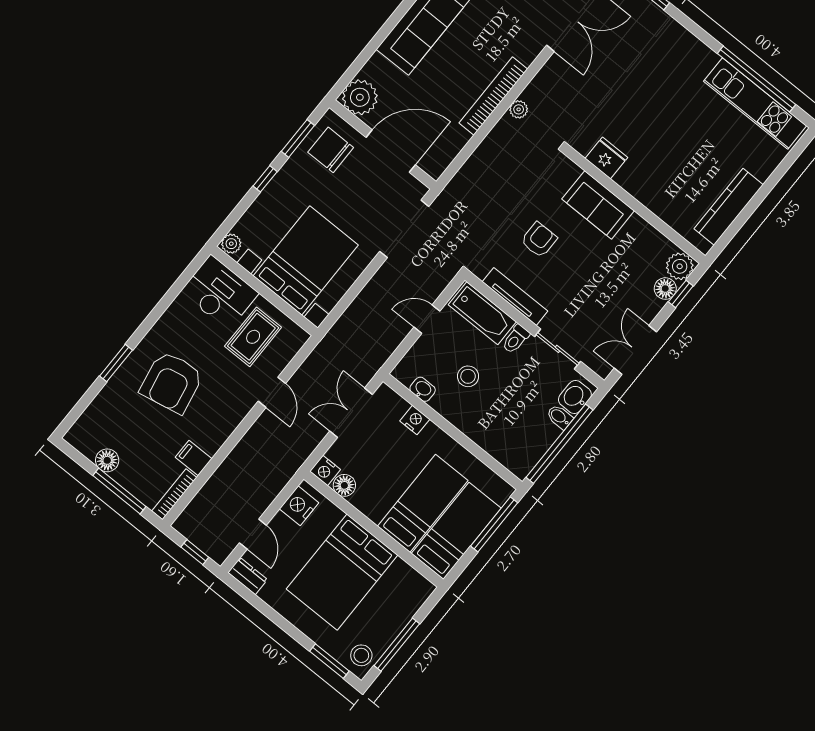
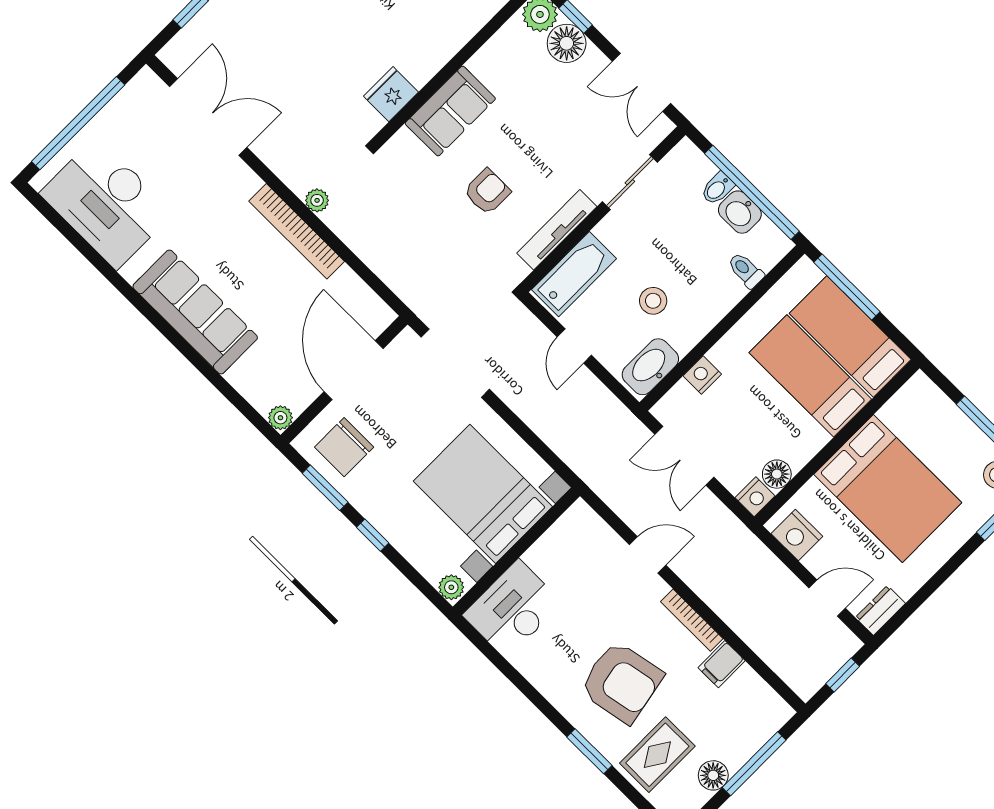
plant: (360, 97) -> (280, 418), width x0.53, depth x0.53
armchair: (539, 240) -> (487, 192), turned 90
floor lamp: (665, 289) -> (567, 43), width x1.38, depth x1.38
rug: (253, 337) -> (657, 755), moved, turned 90
toilet: (516, 339) -> (746, 270), moved, turned 180
washbasin: (423, 389) -> (650, 367), width x1.91, depth x1.45
washbasin: (575, 397) -> (740, 212), moved
bookcase: (174, 494) -> (692, 620), moved

